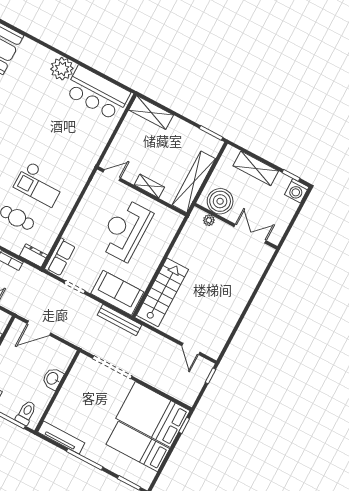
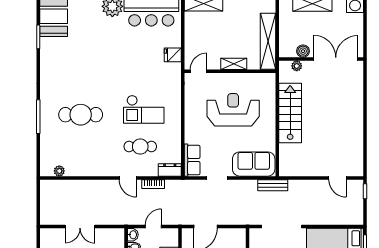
fridge: (95, 146) -> (173, 55), added
boiler: (220, 201) -> (303, 51), width x0.54, depth x0.54
reception desk: (125, 230) -> (233, 110), turned 90
double door: (250, 234) -> (336, 59), width x1.37
stairs: (162, 292) -> (290, 113), moved
bench: (120, 320) -> (273, 185), width x0.73

